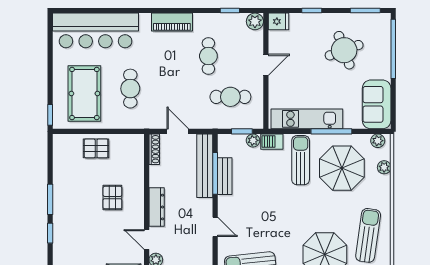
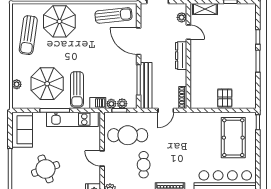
door: (266, 65) -> (102, 158), hinge flipped
cafe table: (130, 89) -> (200, 141), removed
cafe table: (230, 97) -> (128, 135), width x1.37, depth x1.35
door: (178, 131) -> (166, 110), hinge flipped
plant: (378, 141) -> (122, 104), moved
pallet: (96, 148) -> (225, 98), turned 90
bench: (225, 176) -> (132, 78), removed
pallet: (112, 198) -> (213, 62), removed
door: (215, 227) -> (139, 41), width x1.87

